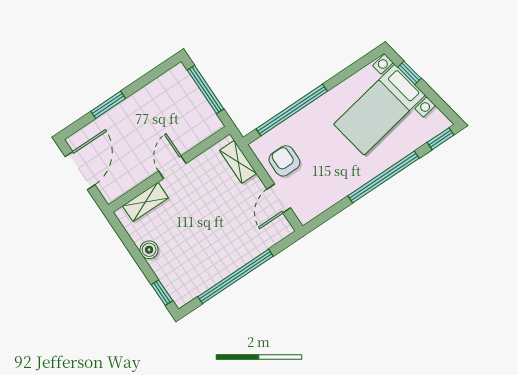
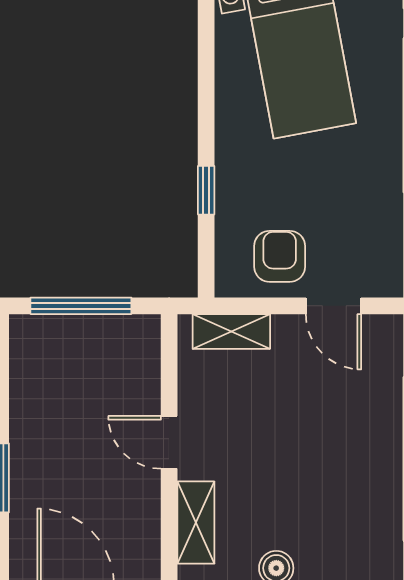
window: (292, 110) -> (206, 190), width x0.32
armchair: (284, 161) -> (280, 256), turned 90

